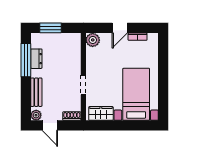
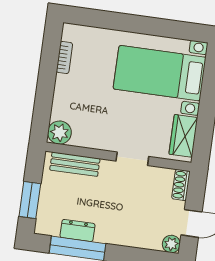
door: (120, 28) -> (46, 85), removed
bench: (36, 92) -> (75, 164), moved

